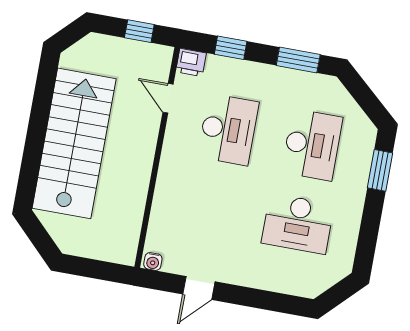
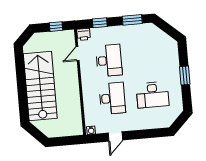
door: (168, 98) -> (78, 54), hinge flipped
desk: (312, 145) -> (112, 98), moved
window: (380, 170) -> (185, 76), moved

